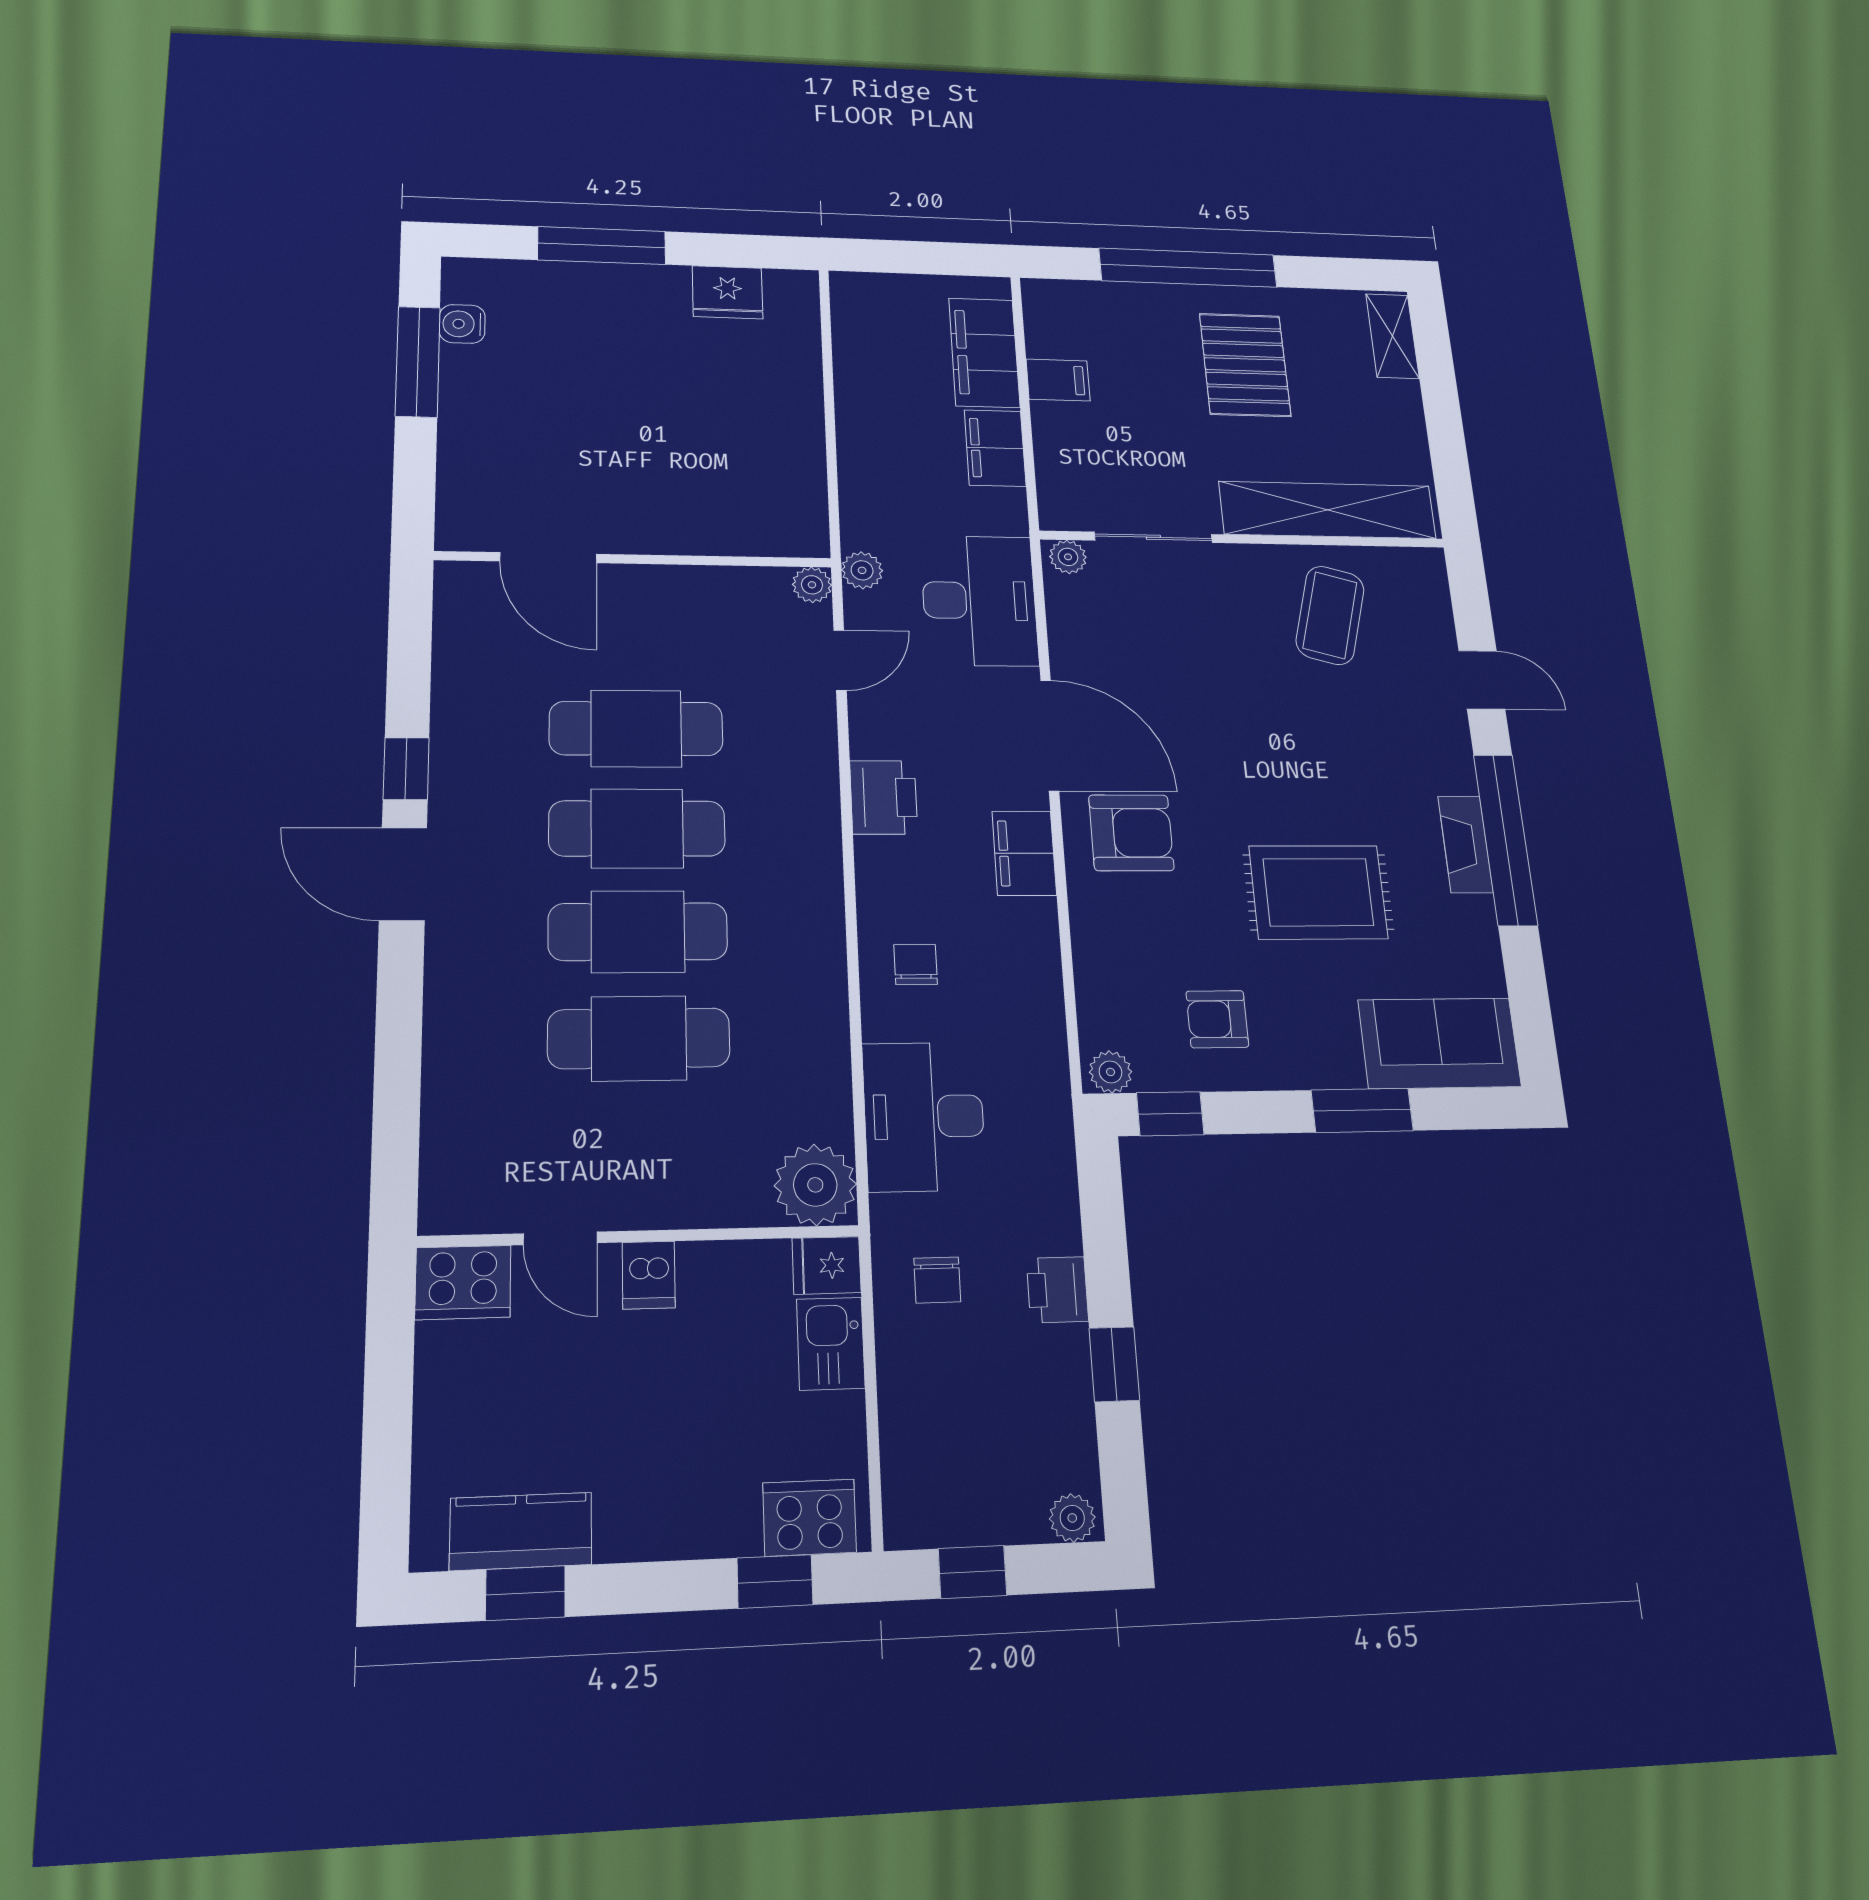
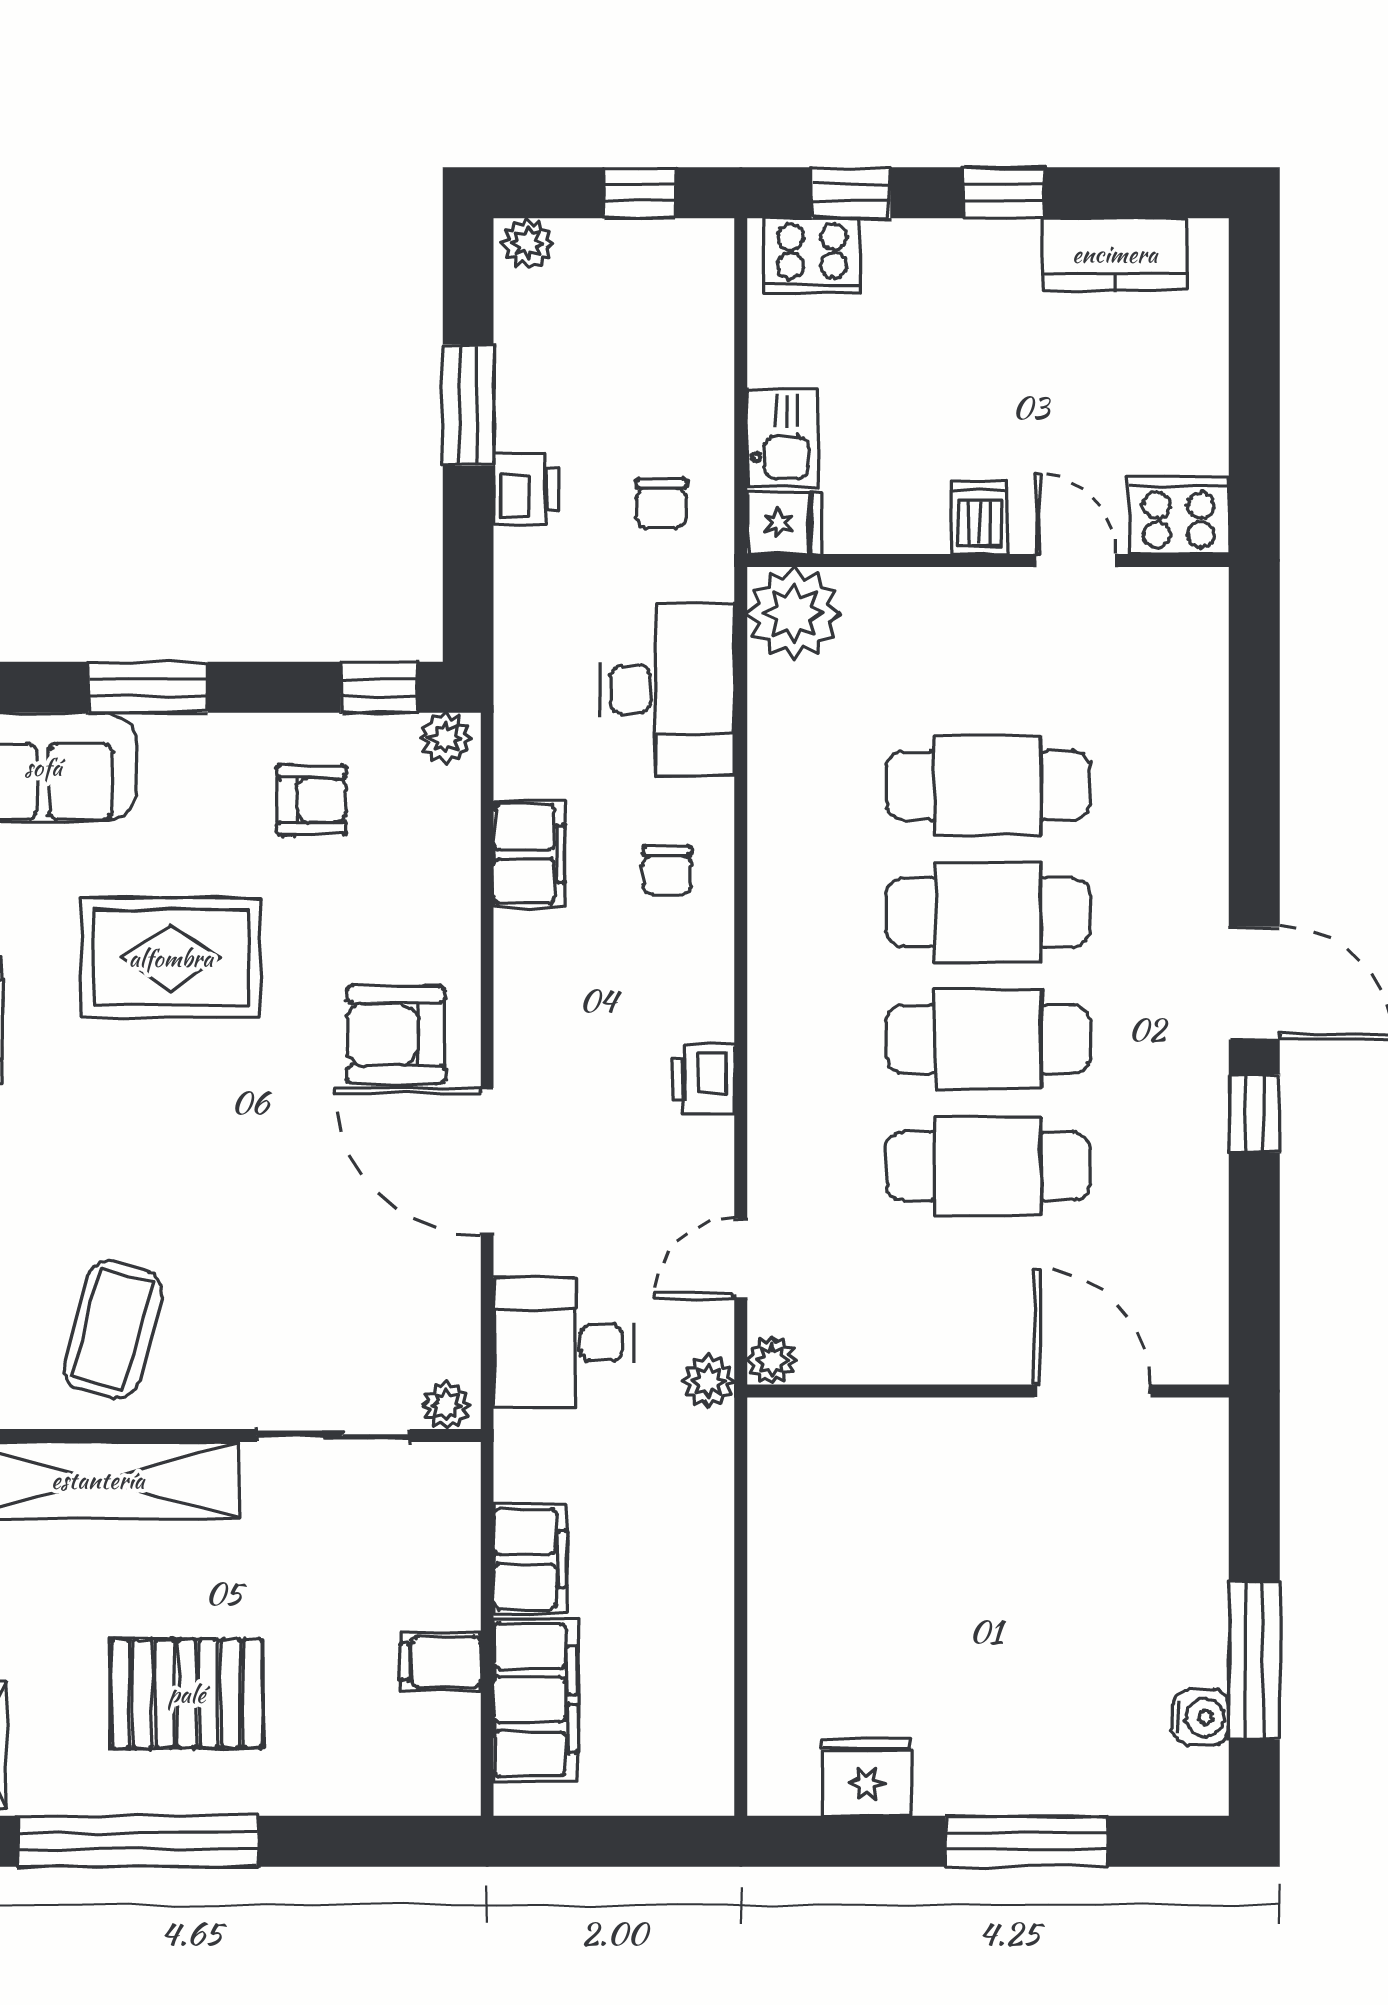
window: (1188, 268) -> (138, 1841), moved
pallet: (1245, 365) -> (187, 1694), turned 90
desk: (979, 600) -> (564, 1342), width x0.73
printer: (884, 797) -> (703, 1079), width x0.73, depth x0.81
filing cabinet: (1024, 853) -> (529, 854), moved
chair: (937, 1280) -> (661, 503), turned 180
window: (1114, 1364) -> (468, 405), width x1.50
window: (525, 1593) -> (1004, 193), moved

